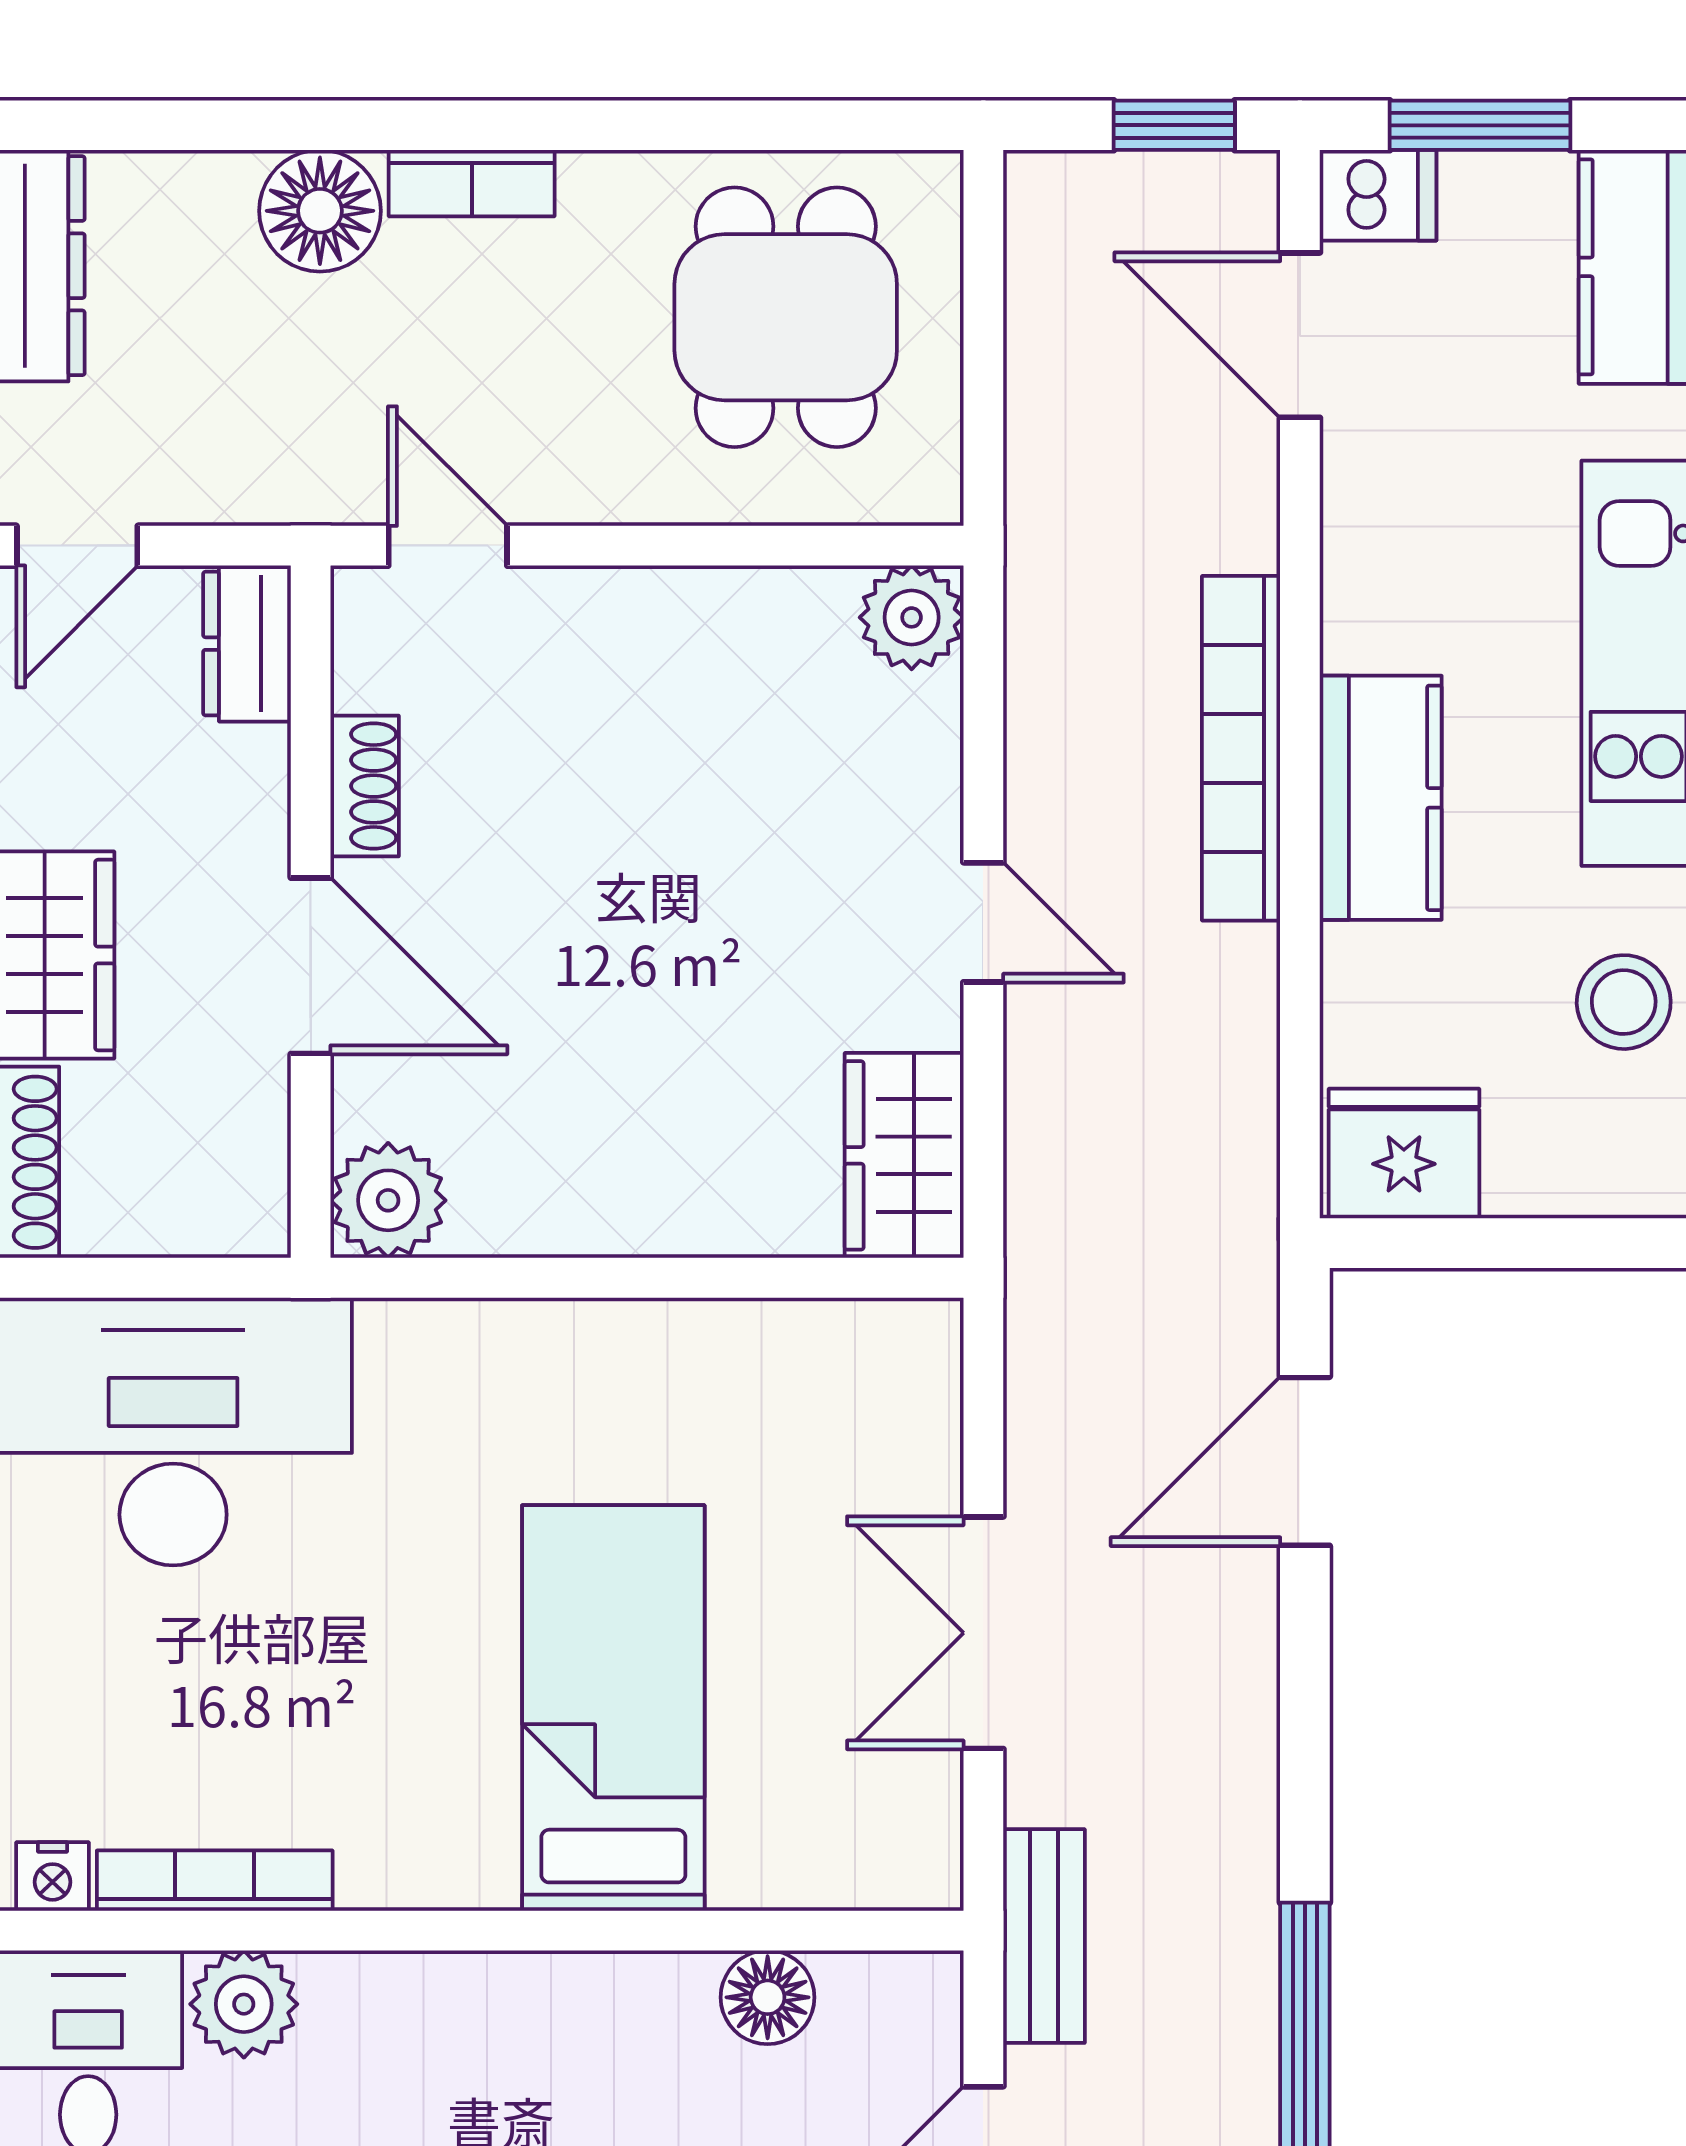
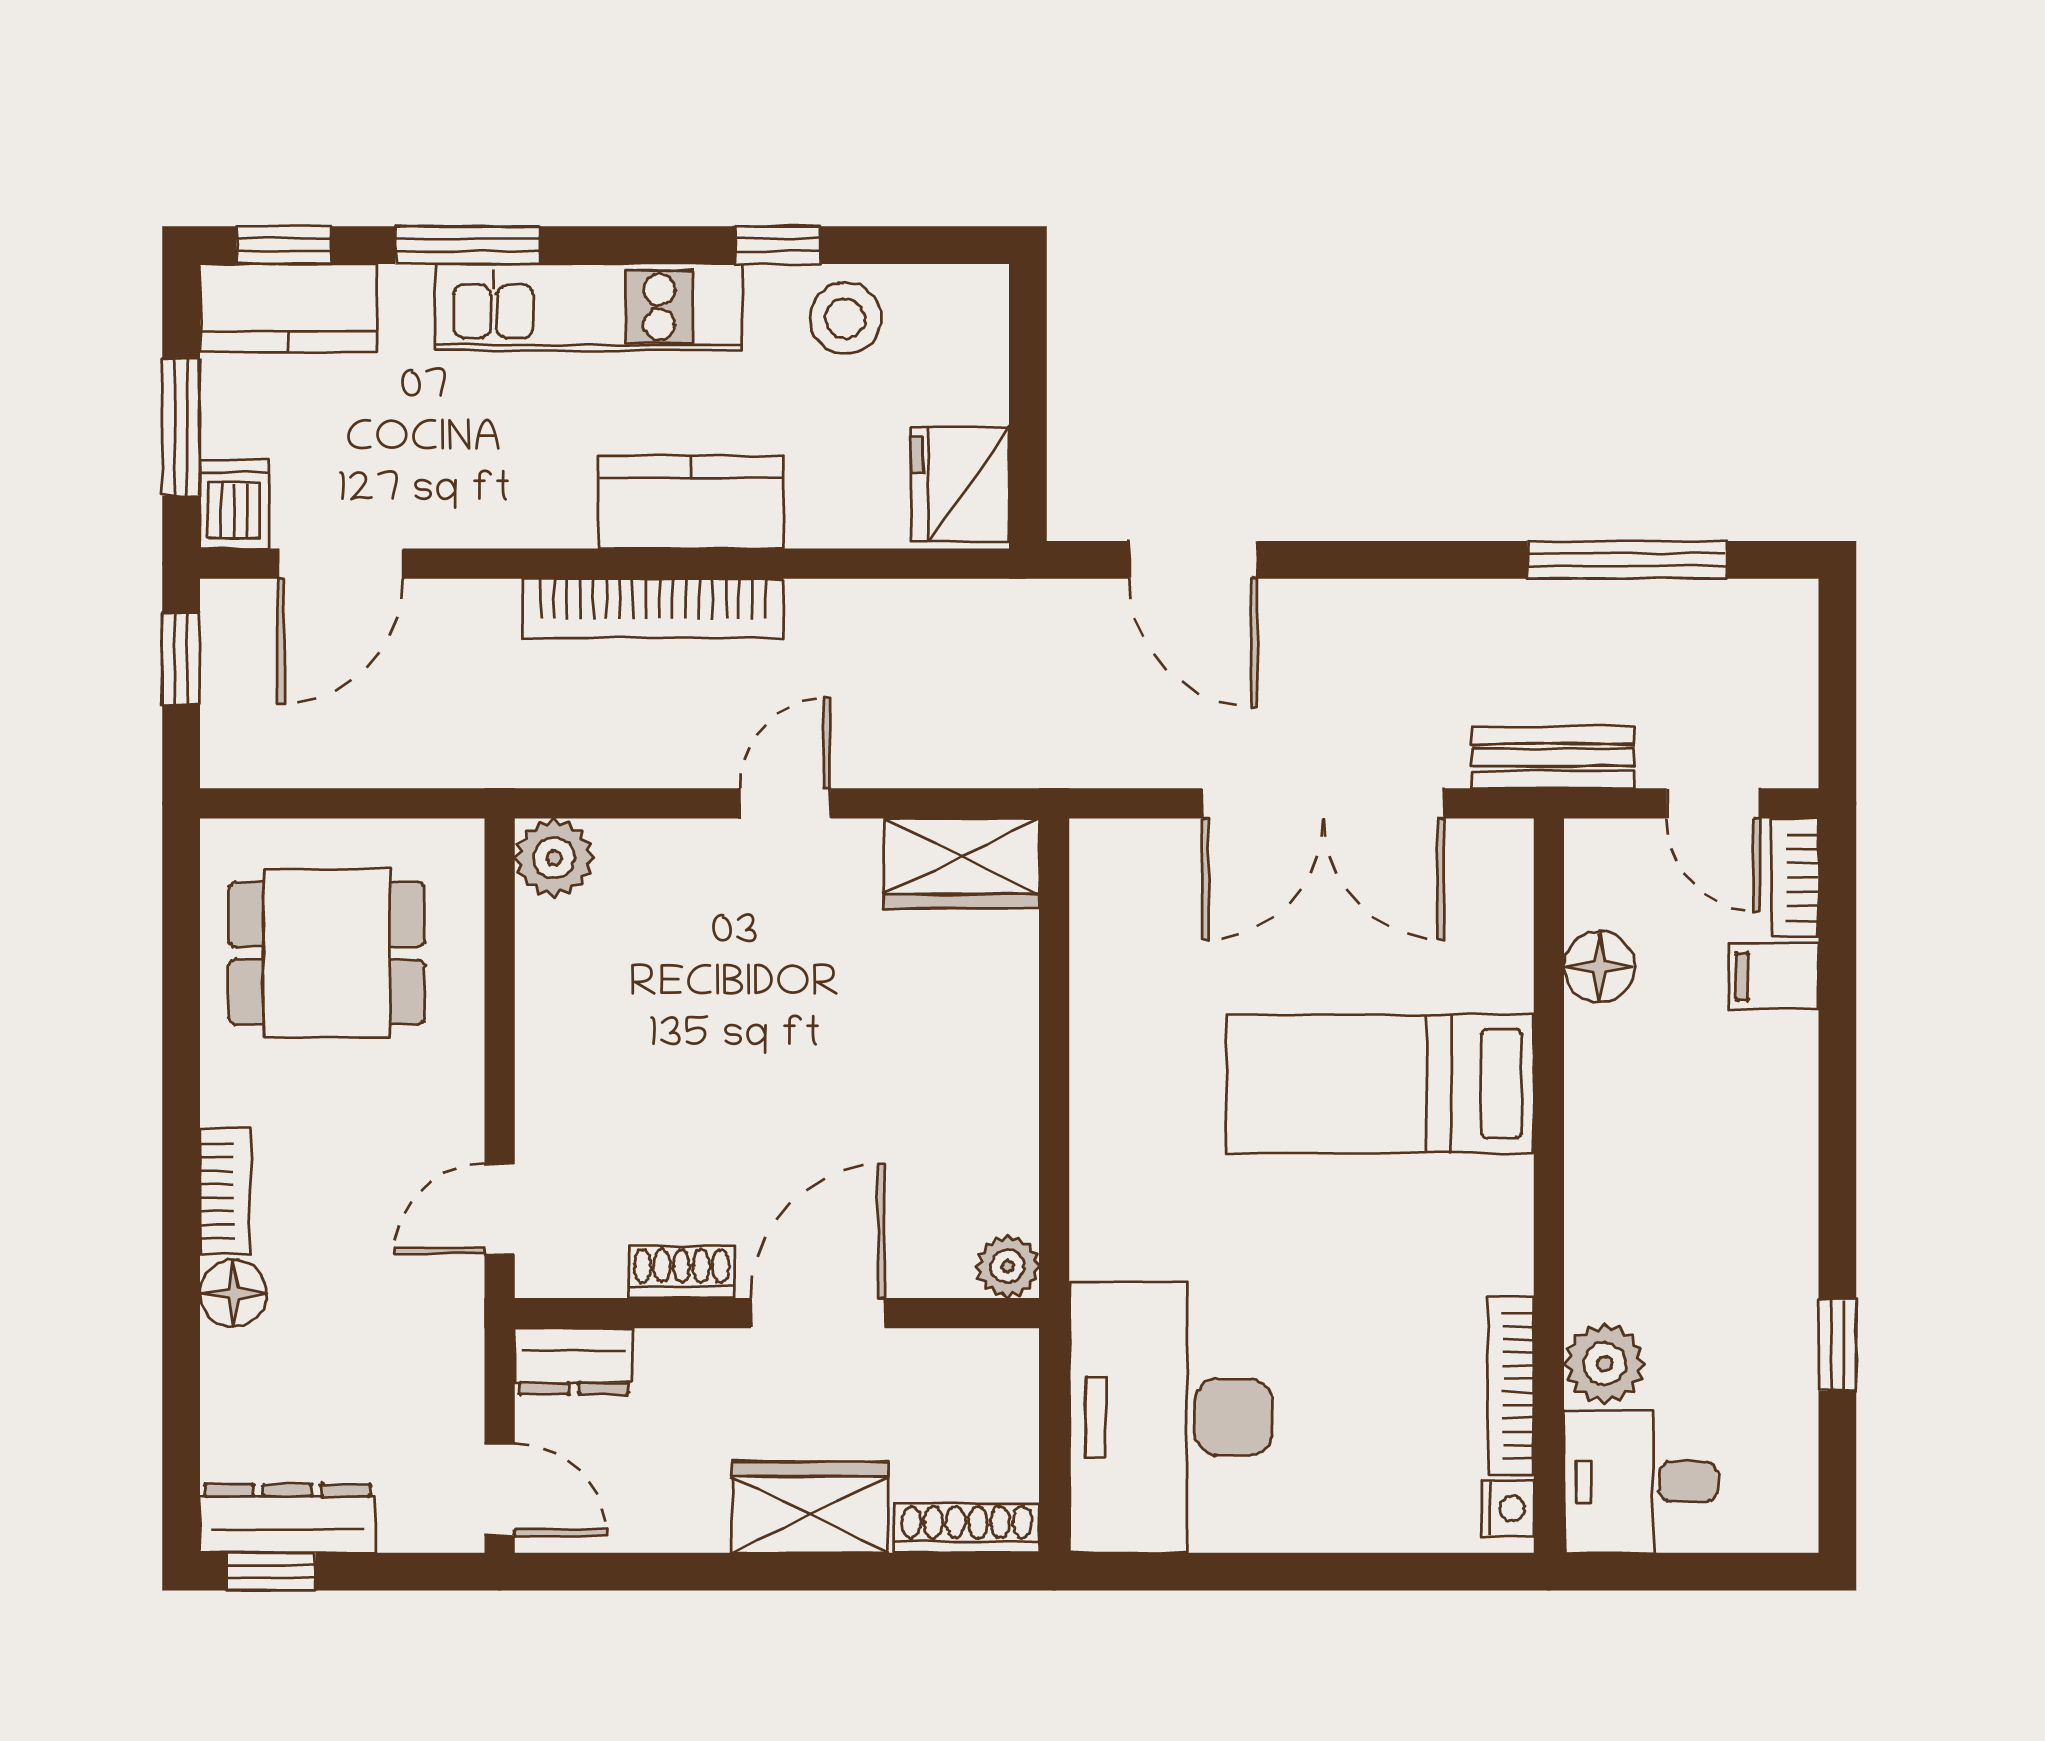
floor lamp: (320, 211) -> (233, 1293), width x0.73, depth x0.73
plant: (388, 1200) -> (1007, 1266), width x0.73, depth x0.73
double door: (983, 1633) -> (1323, 803), width x1.37

